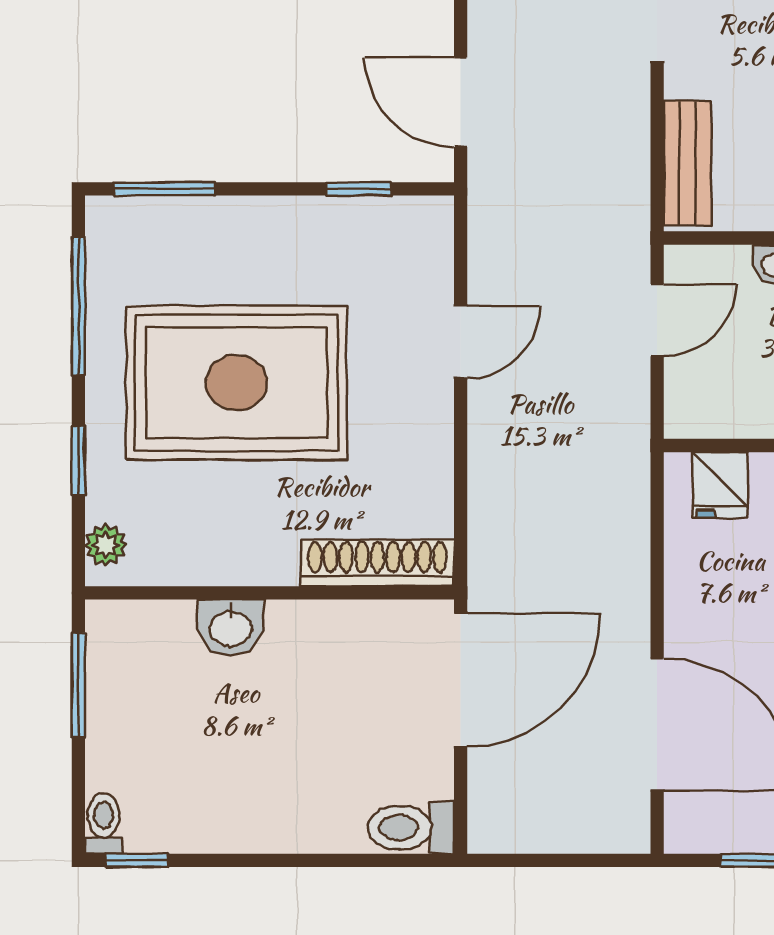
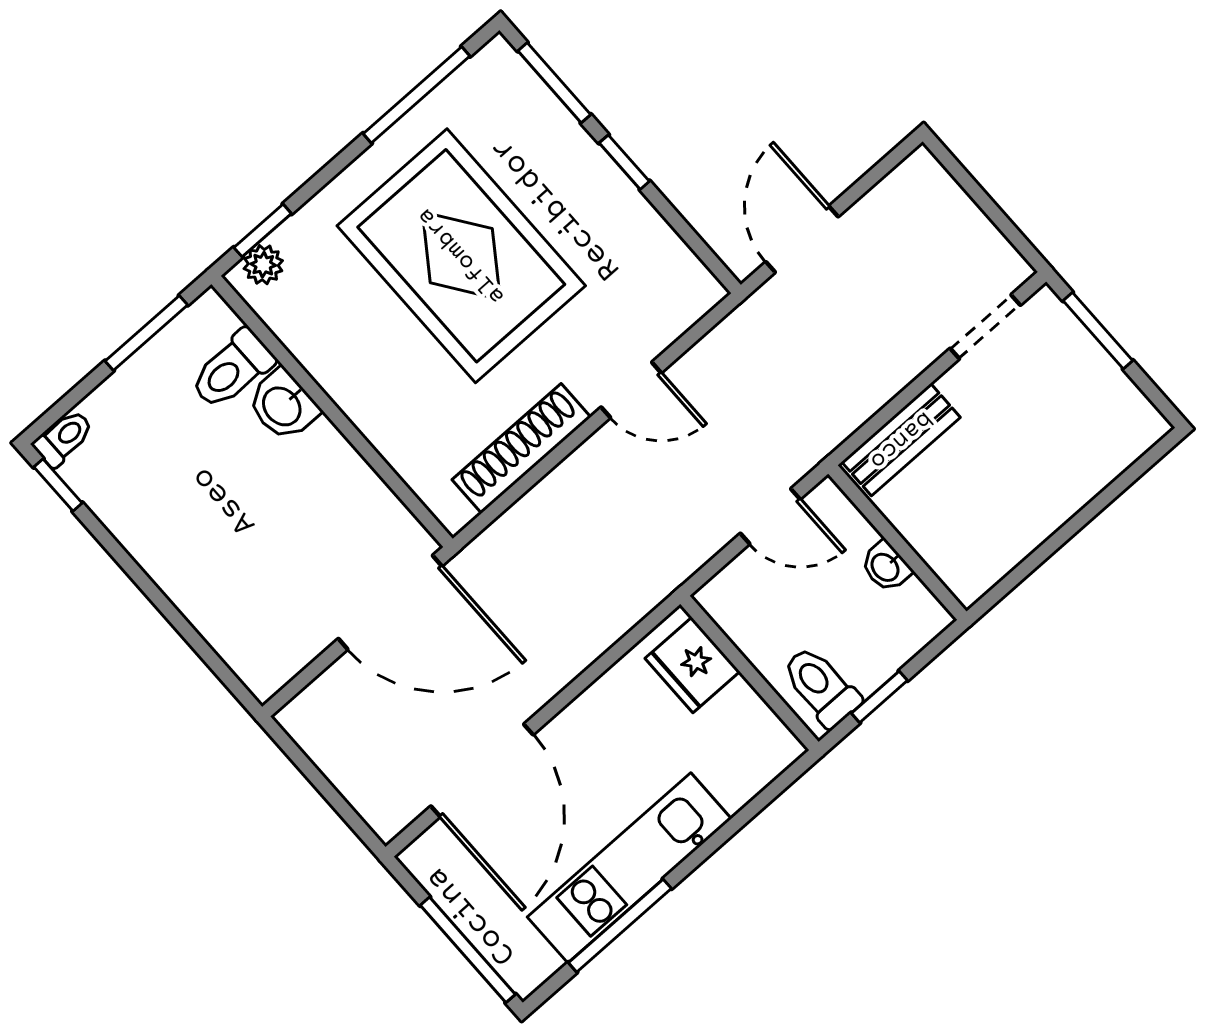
window: (359, 189) -> (624, 162), moved
window: (78, 461) -> (263, 231), moved
fridge: (720, 485) -> (692, 665), width x1.38
shoe rack: (377, 563) -> (521, 448), moved, turned -90
toilet: (411, 828) -> (232, 369), moved, turned -90

